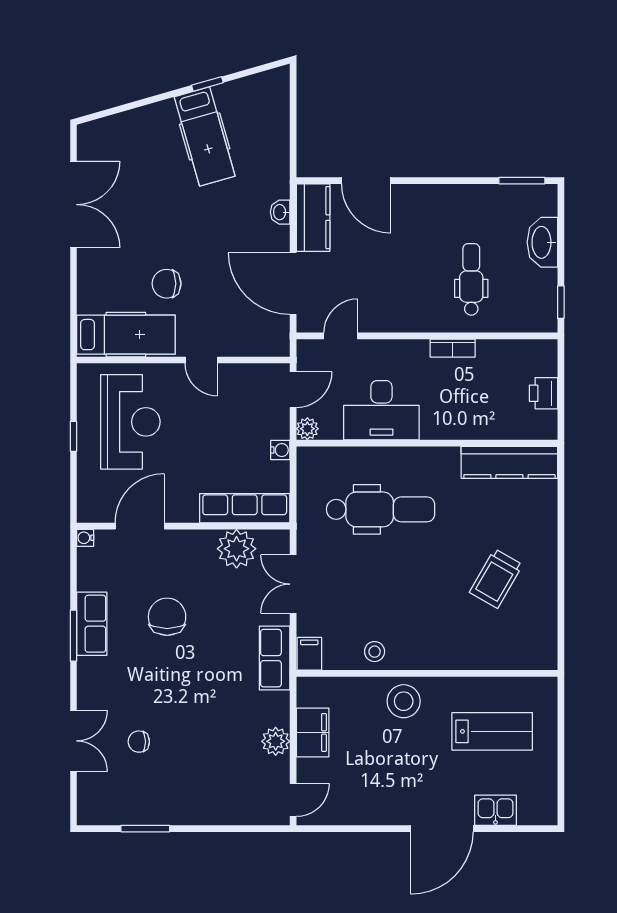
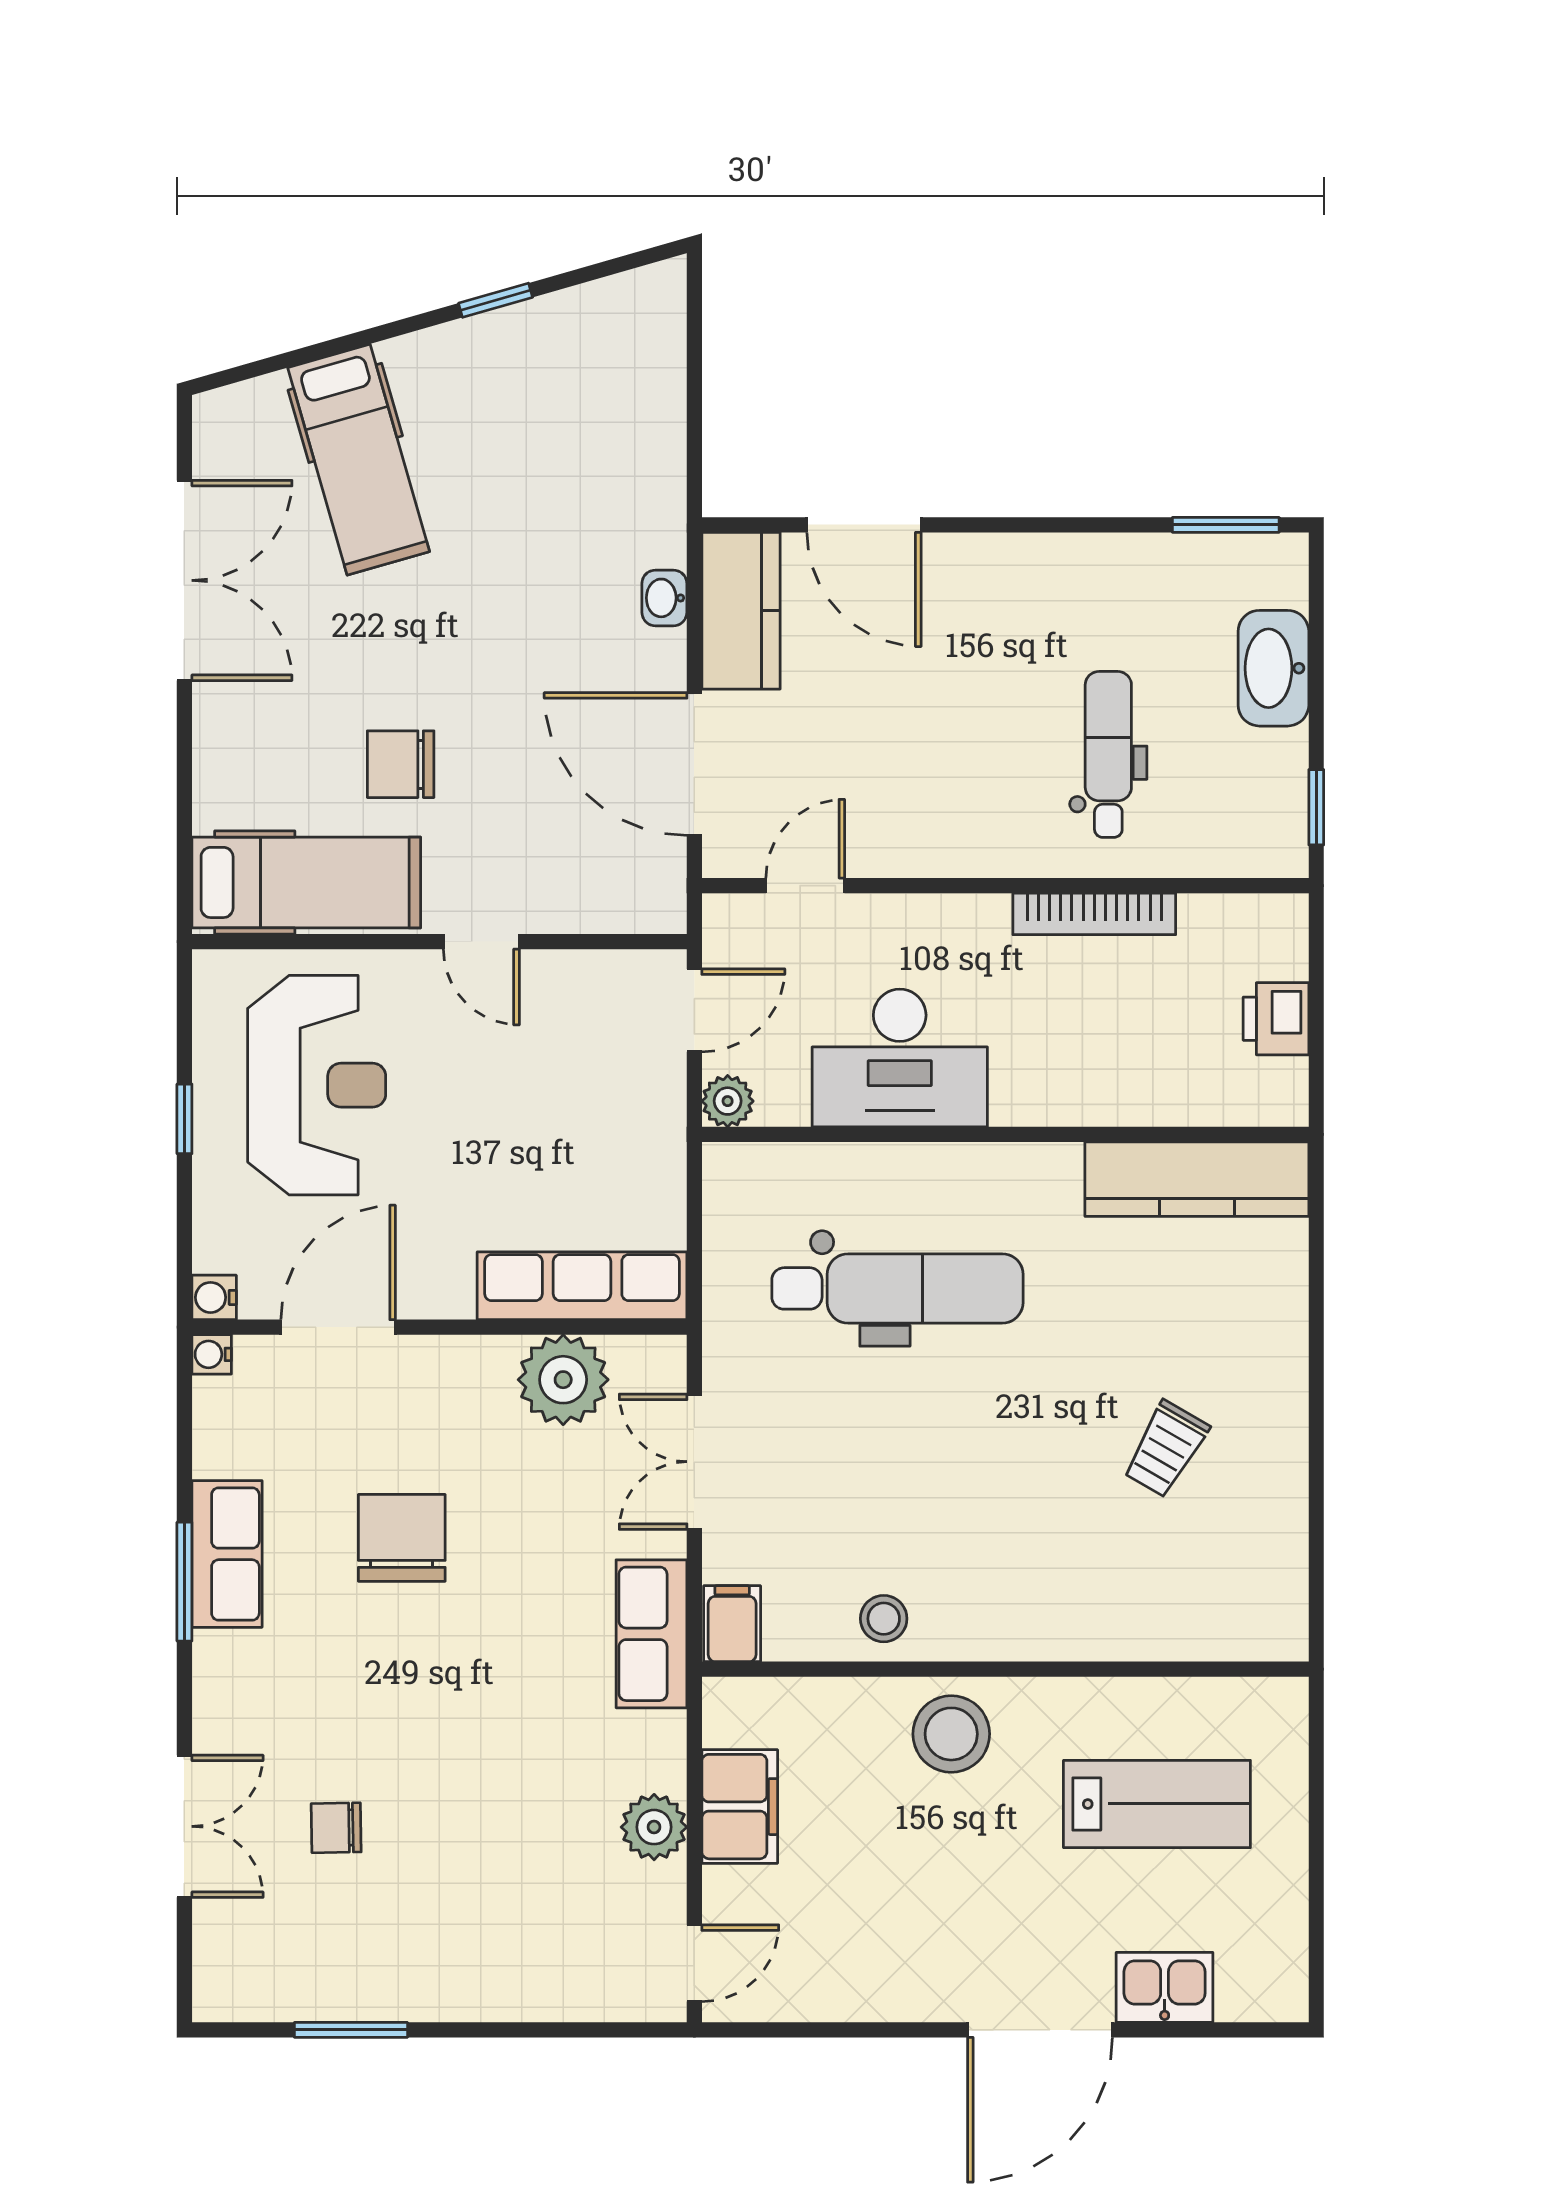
hospital bed: (205, 136) -> (359, 460), moved
bookcase: (453, 348) -> (1094, 914), width x1.56
water cooler: (280, 450) -> (214, 1297), moved, turned 180
trolley: (496, 579) -> (1166, 1449), width x0.73, depth x0.72

